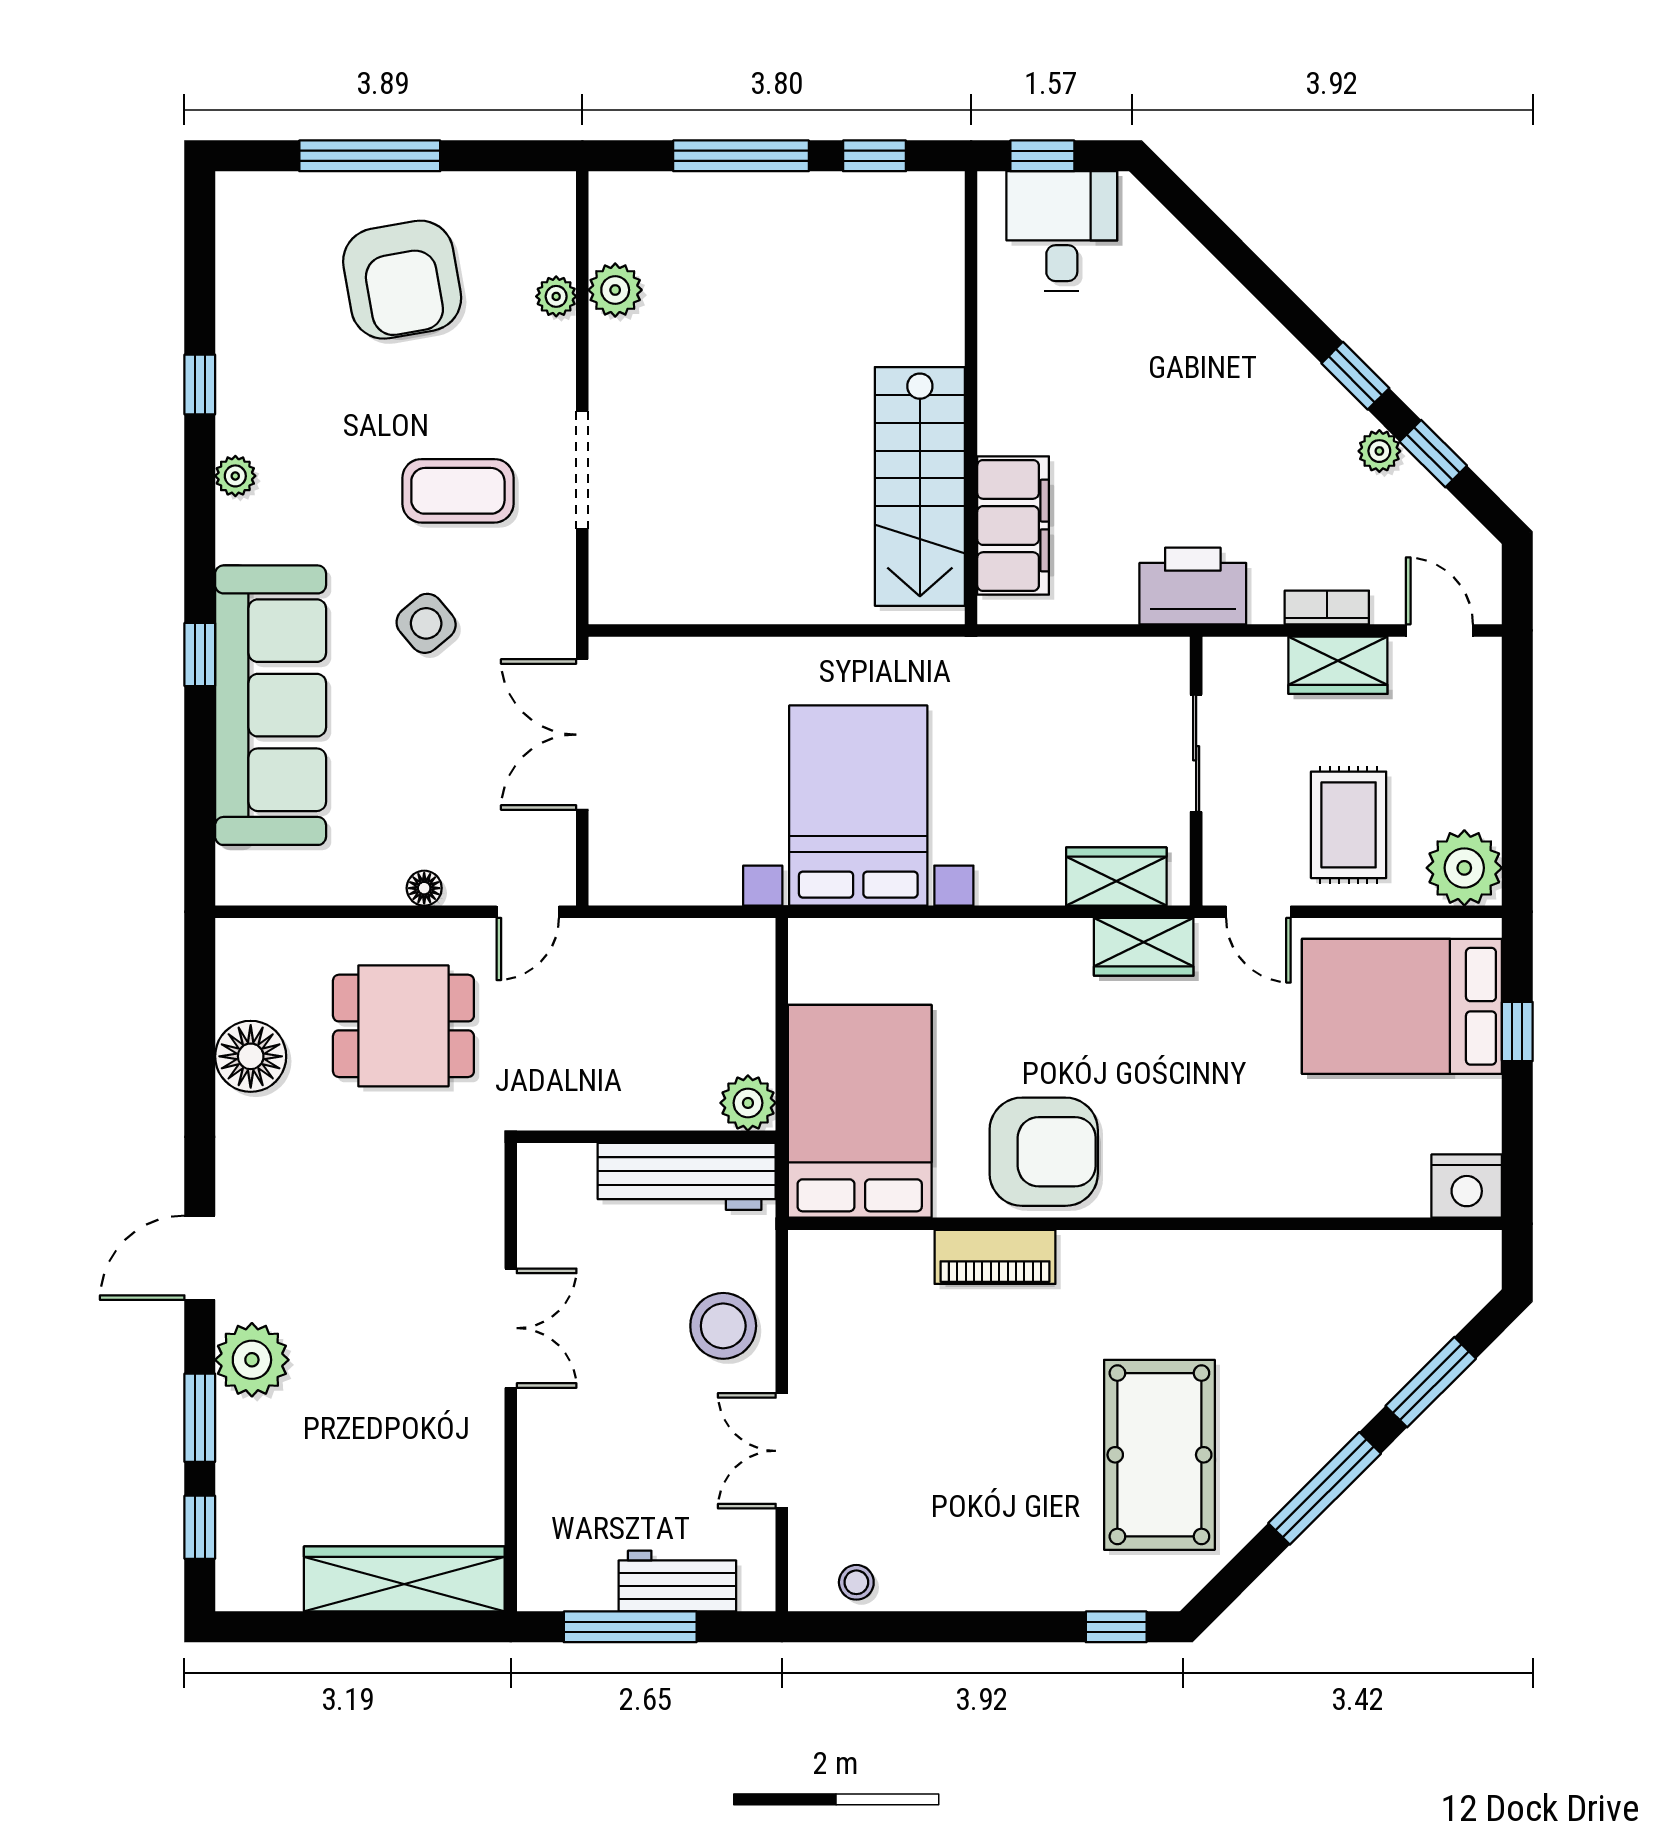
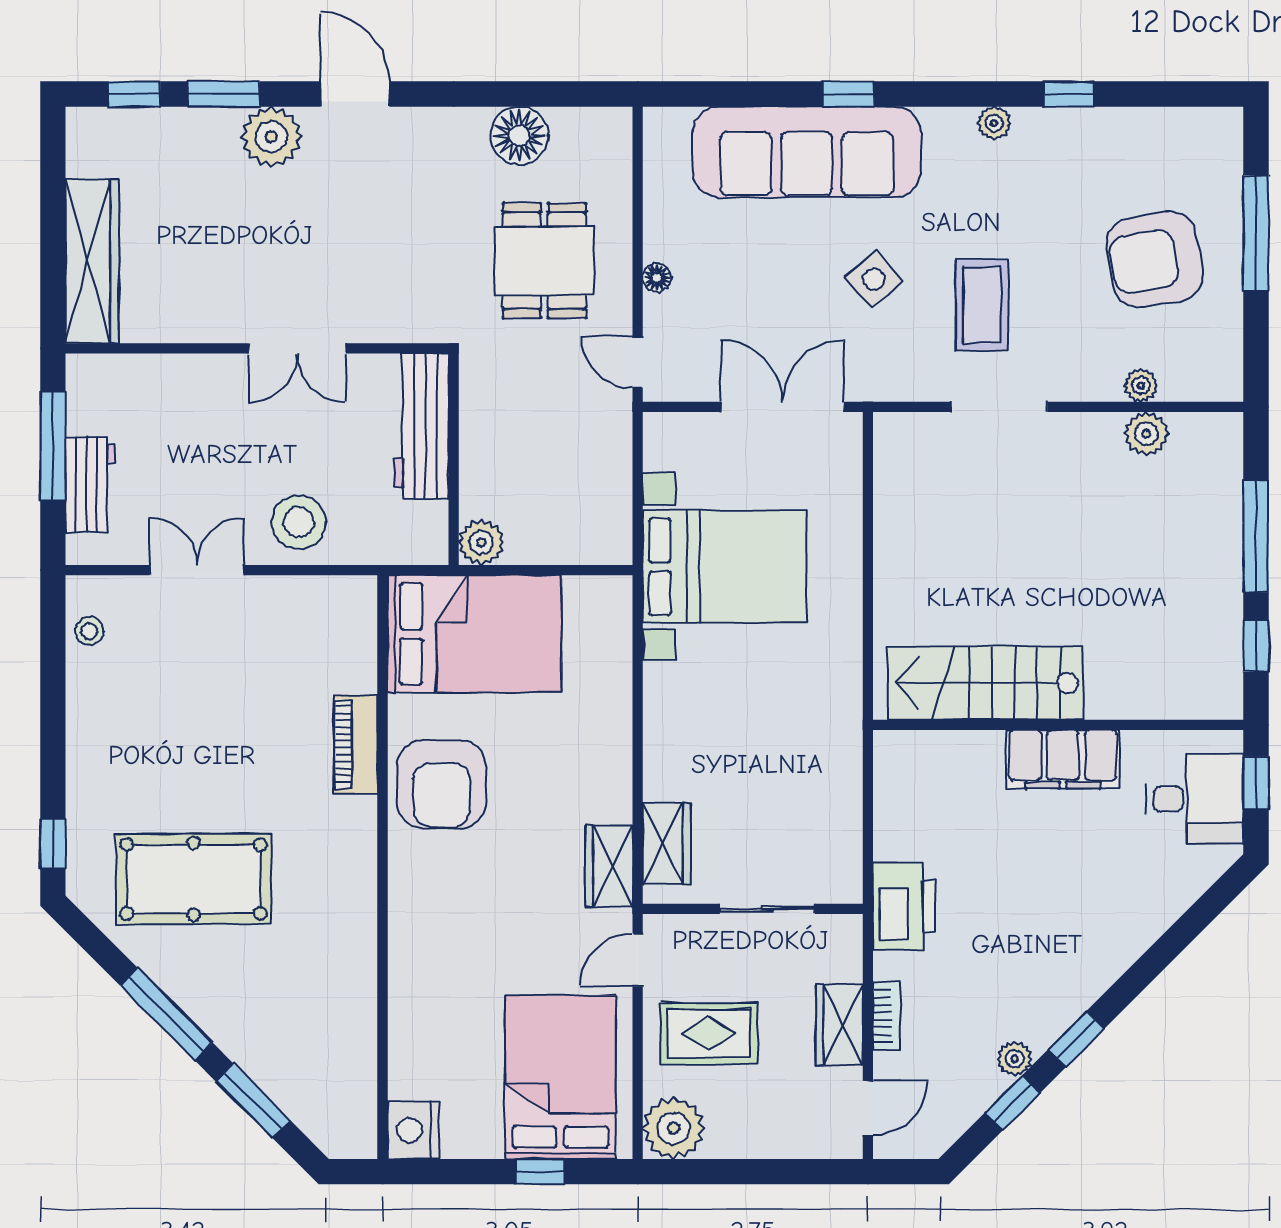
filing cabinet: (1013, 525) -> (1063, 759), moved
bed with nightstands: (858, 806) -> (725, 567), moved
workbench: (687, 1176) -> (421, 426), moved

